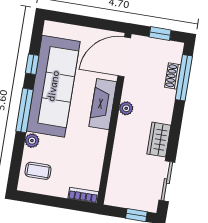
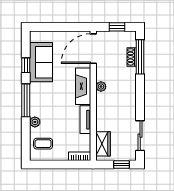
sofa: (53, 86) -> (41, 62), width x0.54, depth x0.79
wardrobe: (159, 140) -> (103, 144), moved, turned 180
tv unit: (99, 148) -> (85, 120), added

